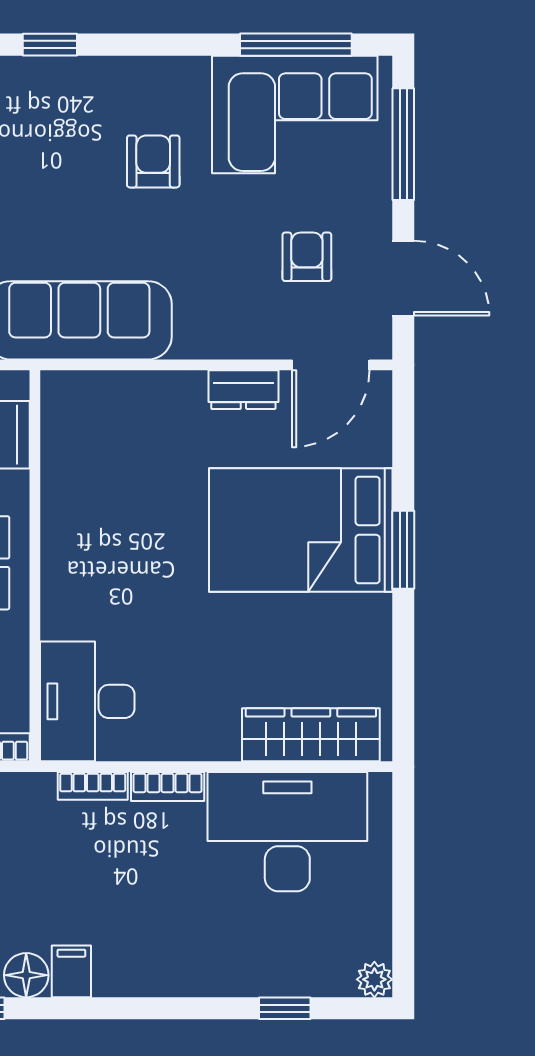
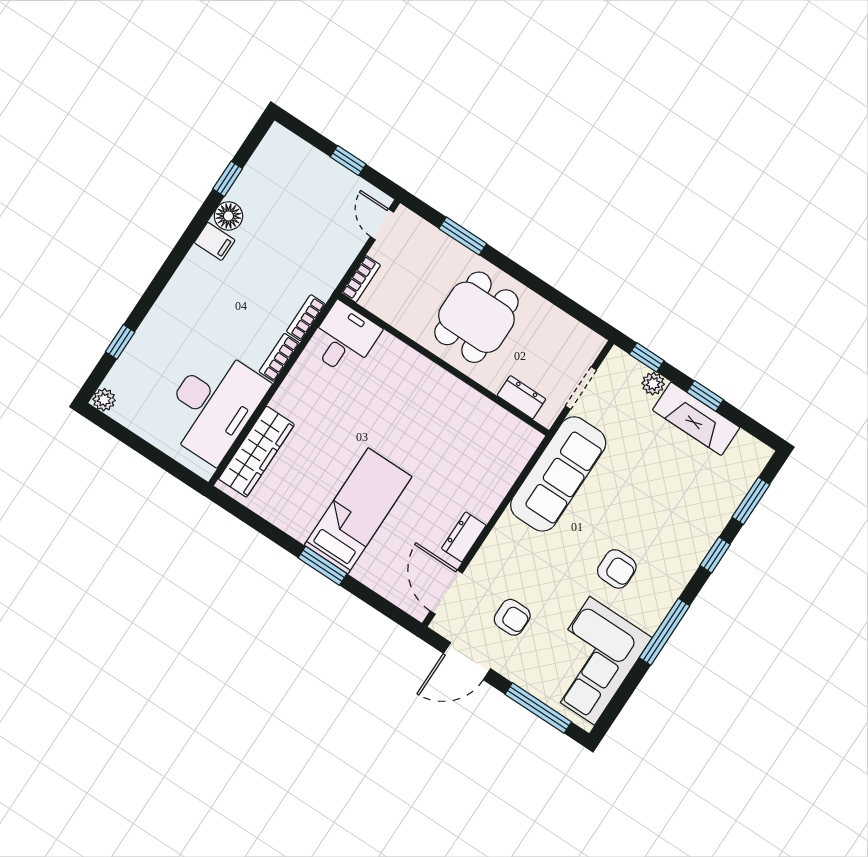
window: (296, 45) -> (665, 632), moved
bed: (301, 530) -> (358, 511), width x0.67
desk: (87, 701) -> (344, 339), width x0.73

